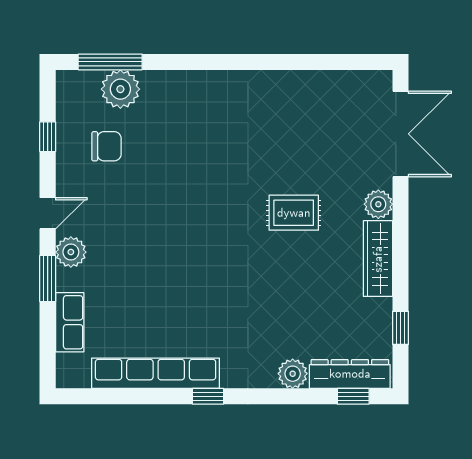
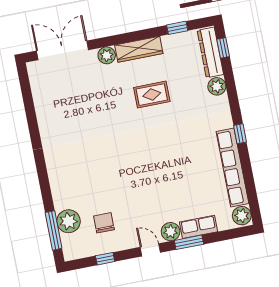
rug: (294, 213) -> (152, 95), moved, turned 90
row of seats: (70, 322) -> (198, 227), moved
plant: (74, 373) -> (242, 216), added

